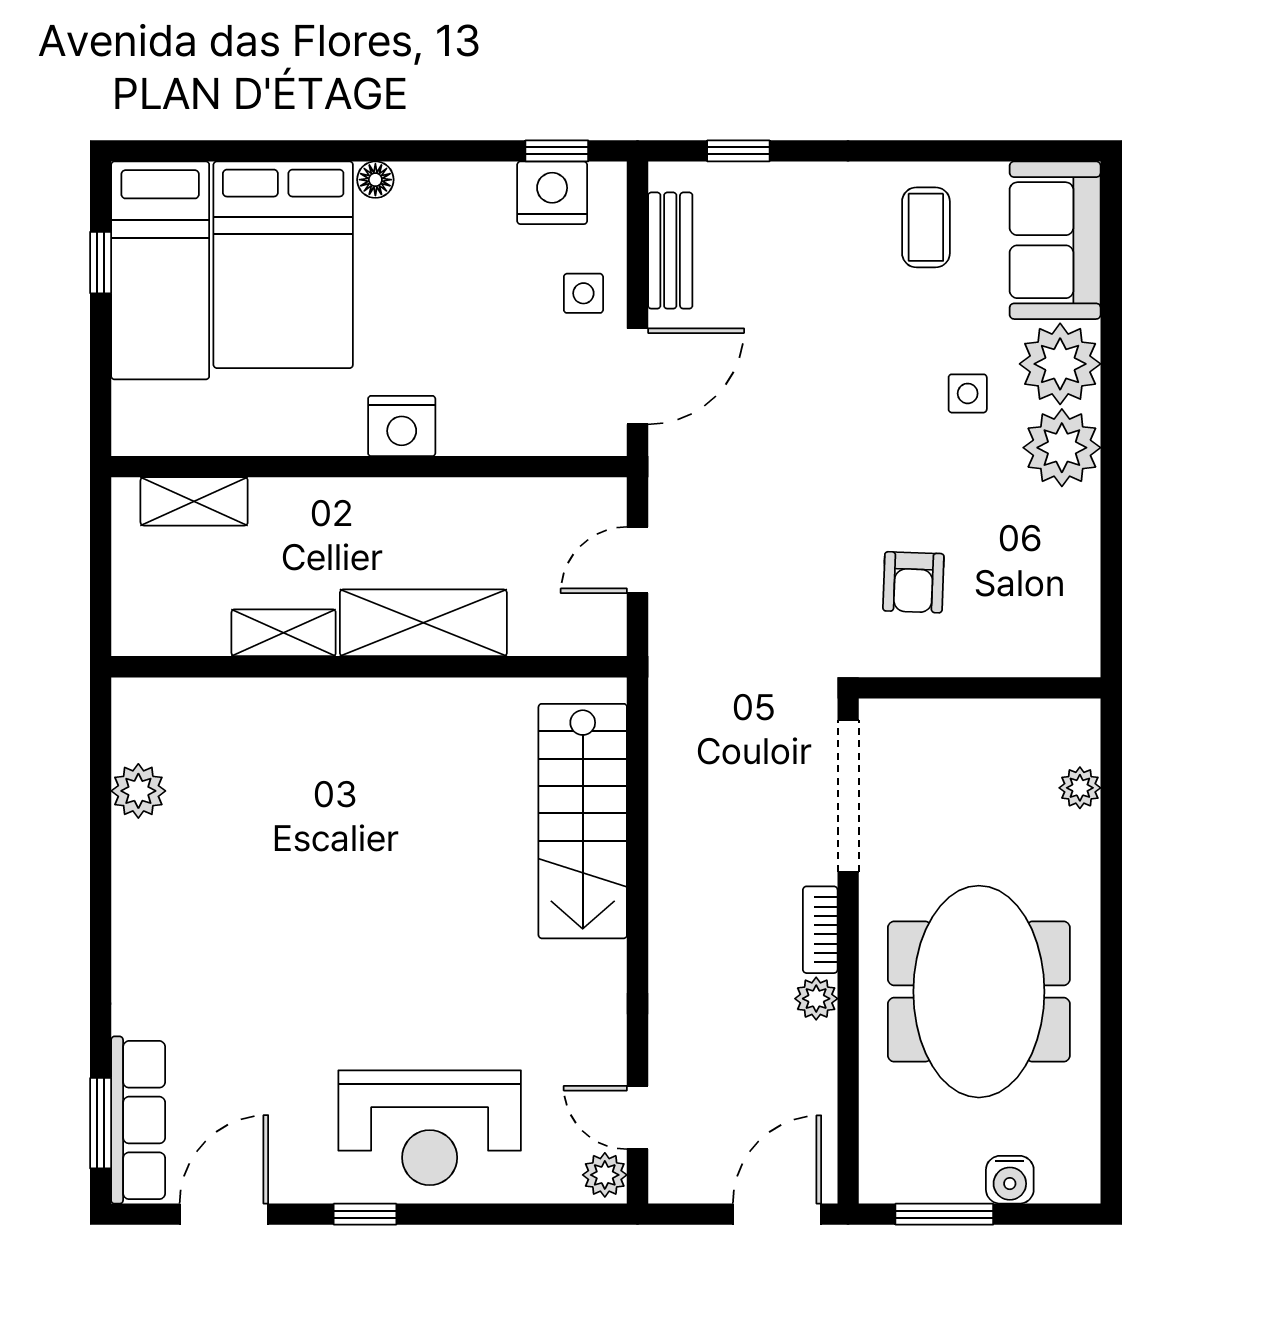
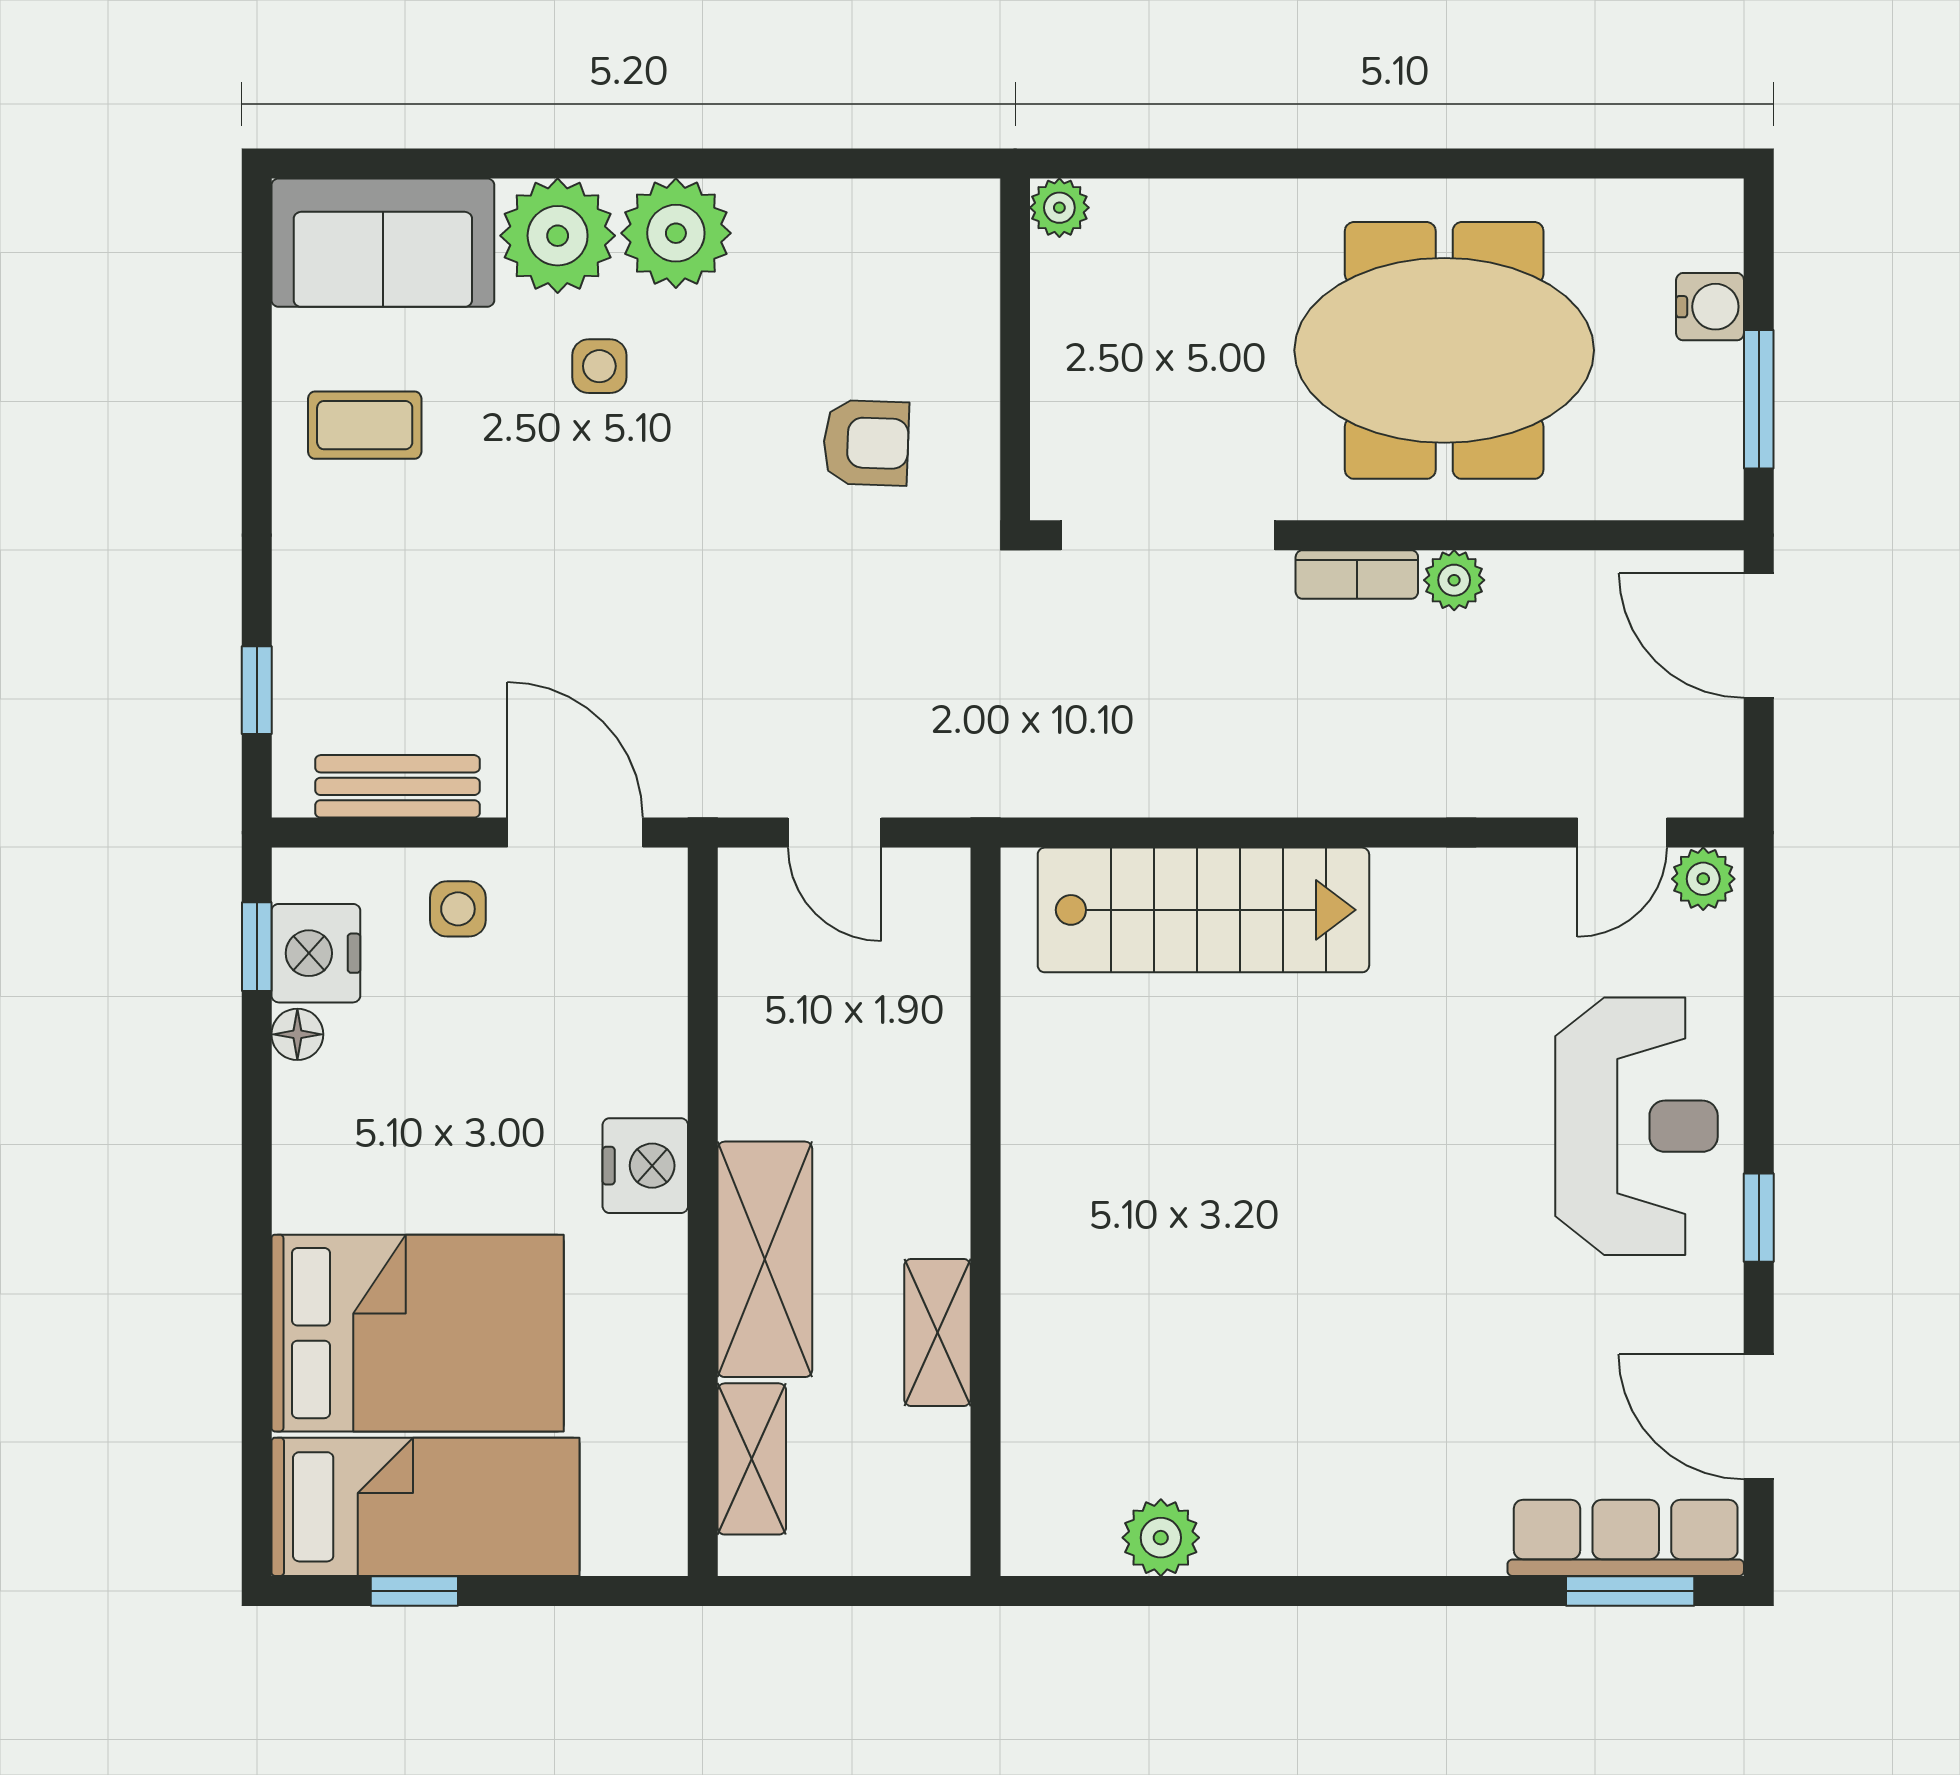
floor lamp: (375, 180) -> (297, 1034), moved
shelving: (423, 623) -> (765, 1259), moved
plant: (1080, 788) -> (1059, 208), moved

